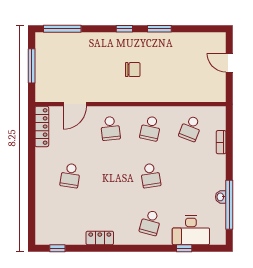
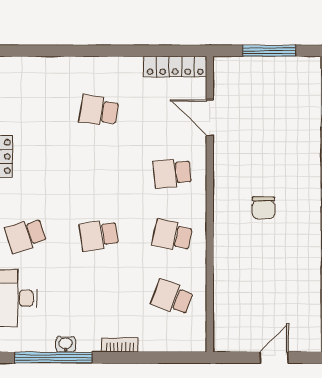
bookcase: (221, 142) -> (120, 345), moved
school desk: (150, 223) -> (26, 235), turned -33

